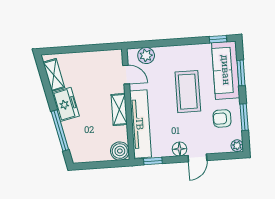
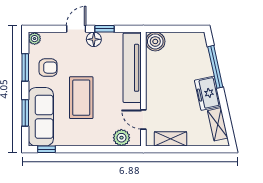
shelving: (119, 110) -> (170, 139), moved, turned 90
window: (153, 161) -> (104, 29), moved

